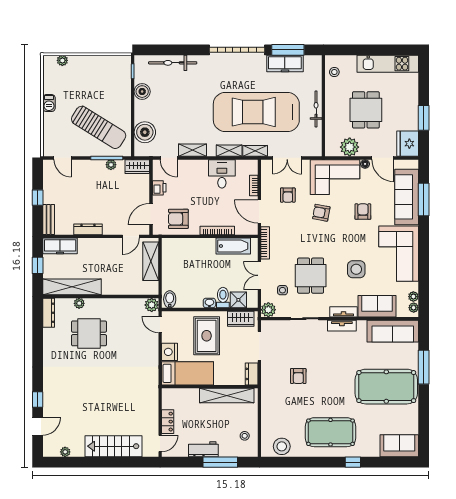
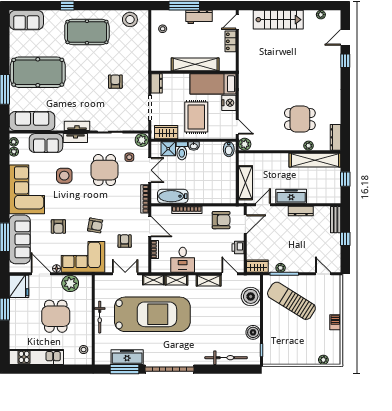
freezer: (60, 246) -> (291, 196), moved
shelving: (227, 396) -> (195, 64), moved

